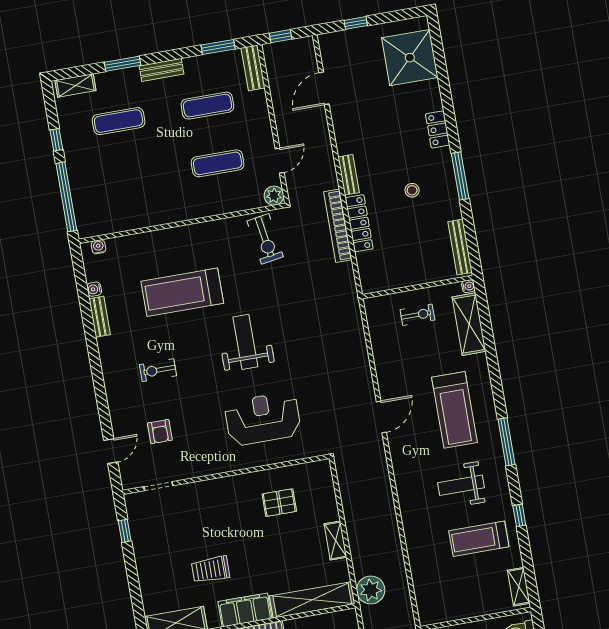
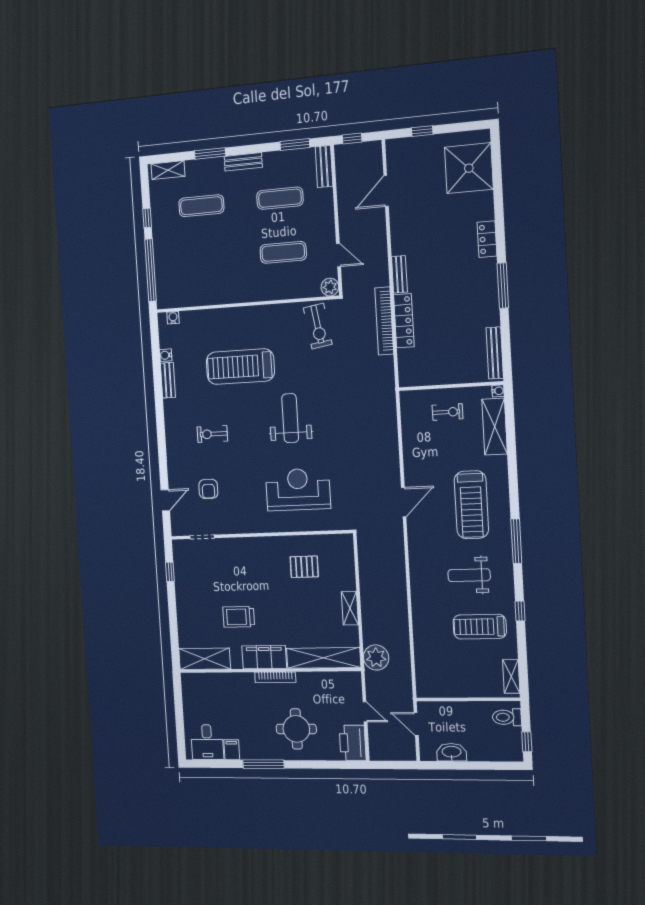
door: (280, 161) -> (338, 255), hinge flipped
stool: (412, 190) -> (456, 295), removed

